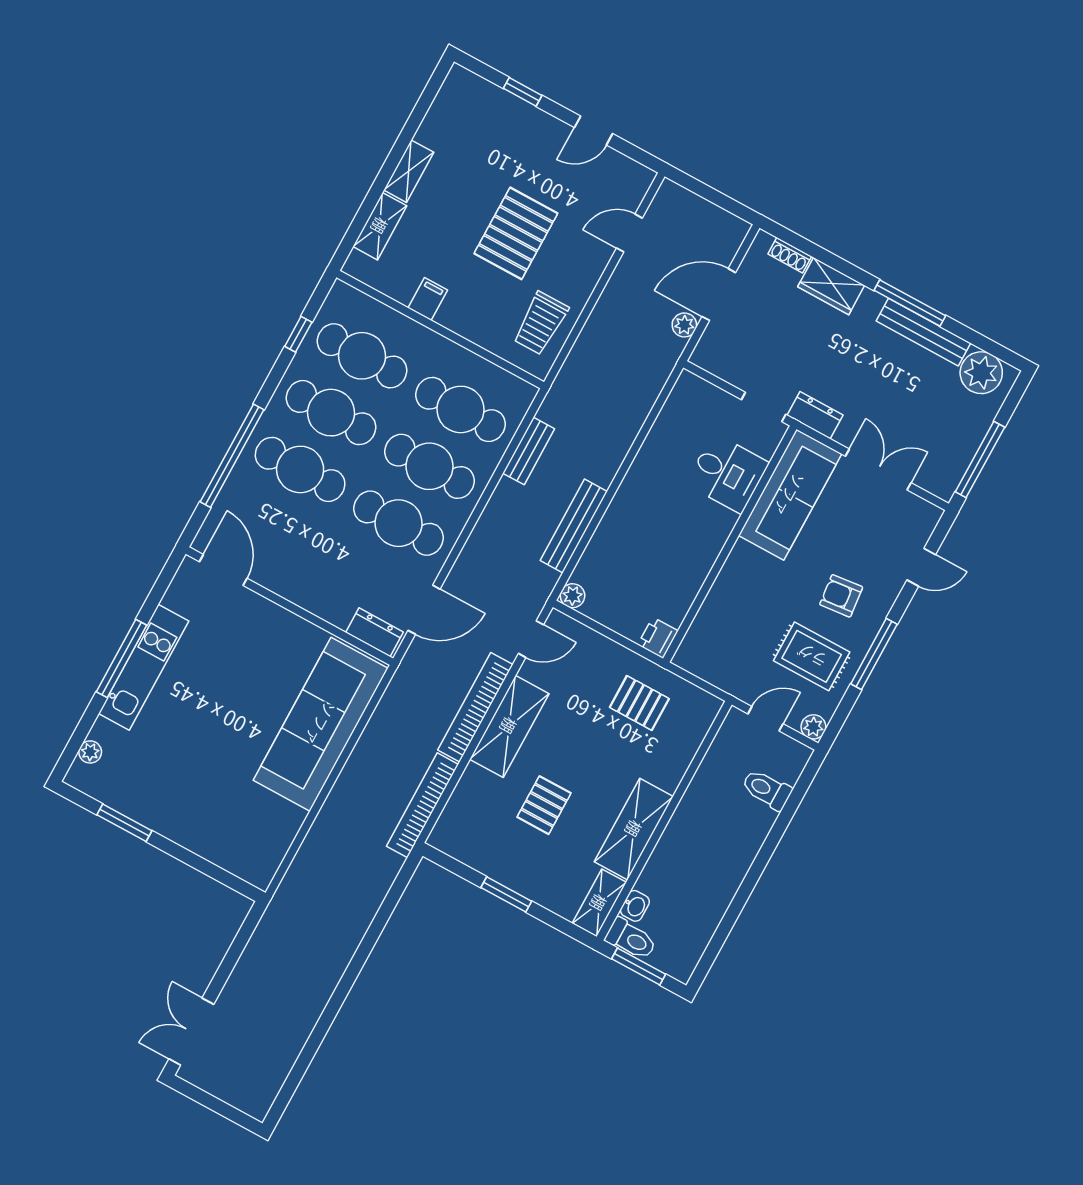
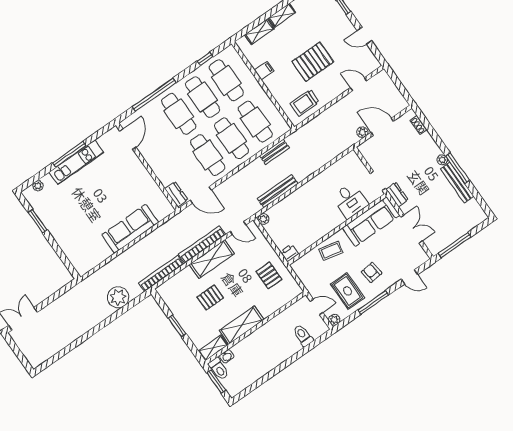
wardrobe: (831, 286) -> (429, 146), removed
plant: (981, 373) -> (442, 160), moved, width x0.53, depth x0.53
coffee table: (739, 593) -> (331, 251), added
sofa: (321, 724) -> (130, 229), width x0.74, depth x0.79
plant: (360, 895) -> (118, 297), added

